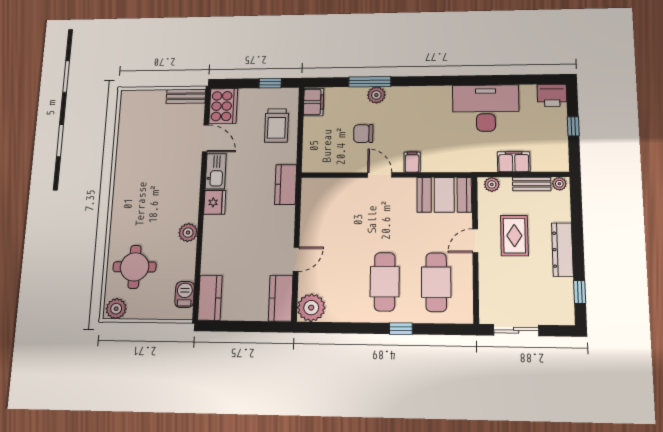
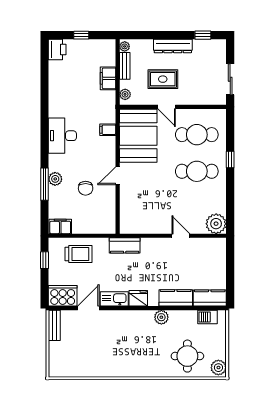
desk: (486, 108) -> (62, 136), moved, width x0.73, depth x0.77
filing cabinet: (412, 162) -> (108, 130), moved
booth: (444, 195) -> (138, 136), width x1.36, depth x1.42
kitchen counter: (281, 298) -> (176, 298), moved, turned 180

